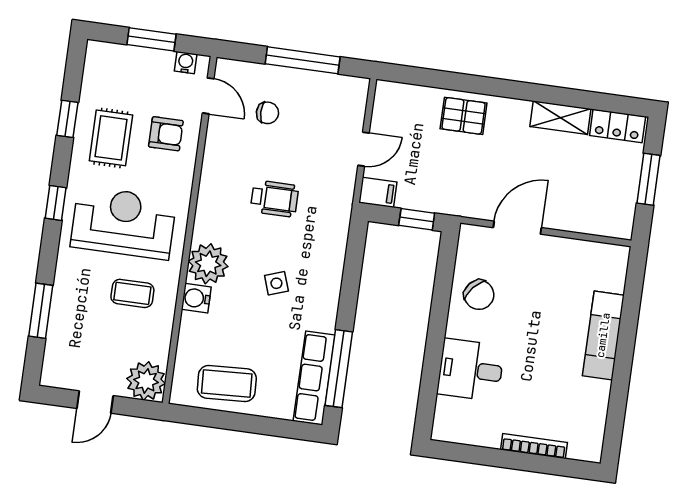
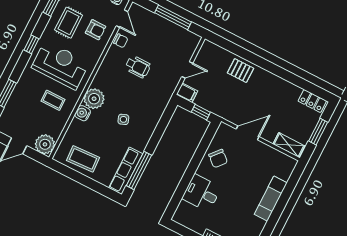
chair: (267, 113) -> (121, 41), moved
shelving: (560, 118) -> (289, 145), moved
wheelchair: (274, 199) -> (138, 67), moved

